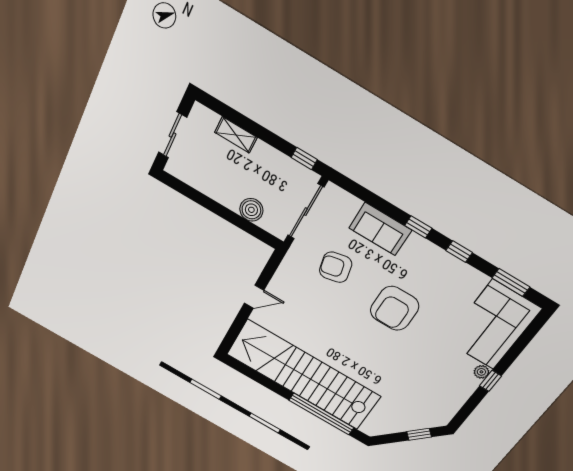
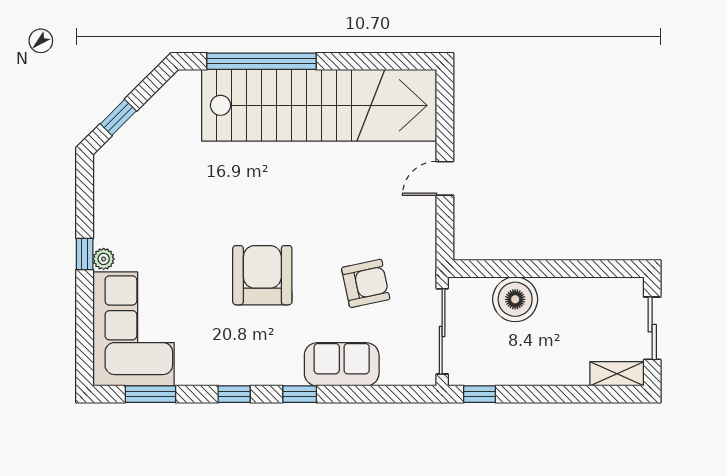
shelving: (236, 135) -> (617, 374), moved
boiler: (251, 210) -> (515, 299), width x1.37, depth x1.37

